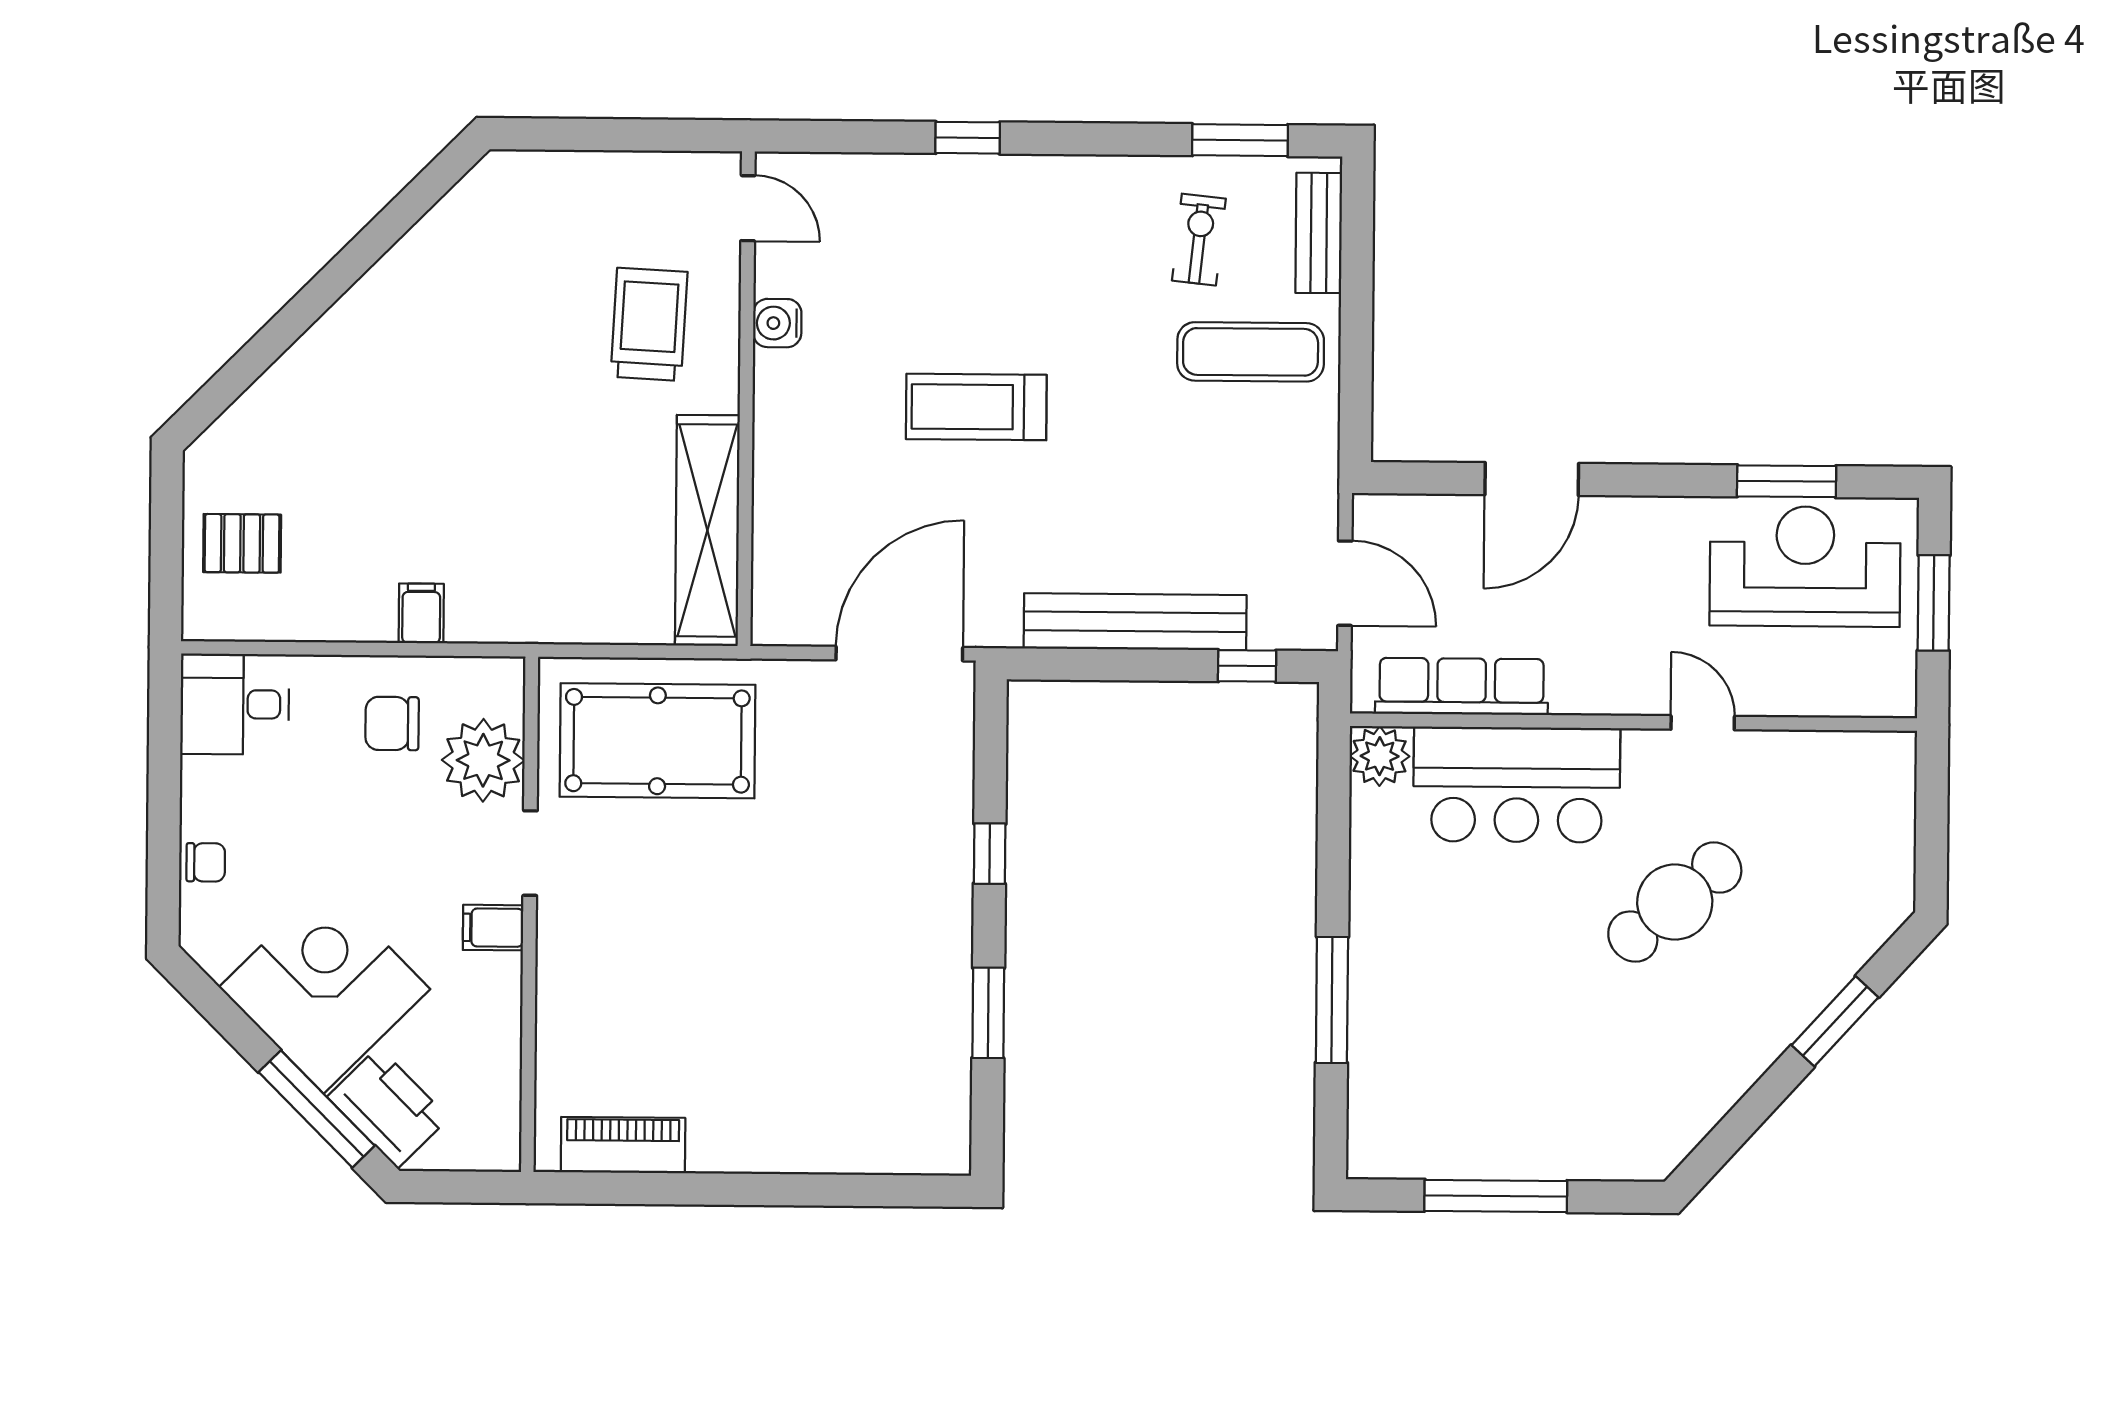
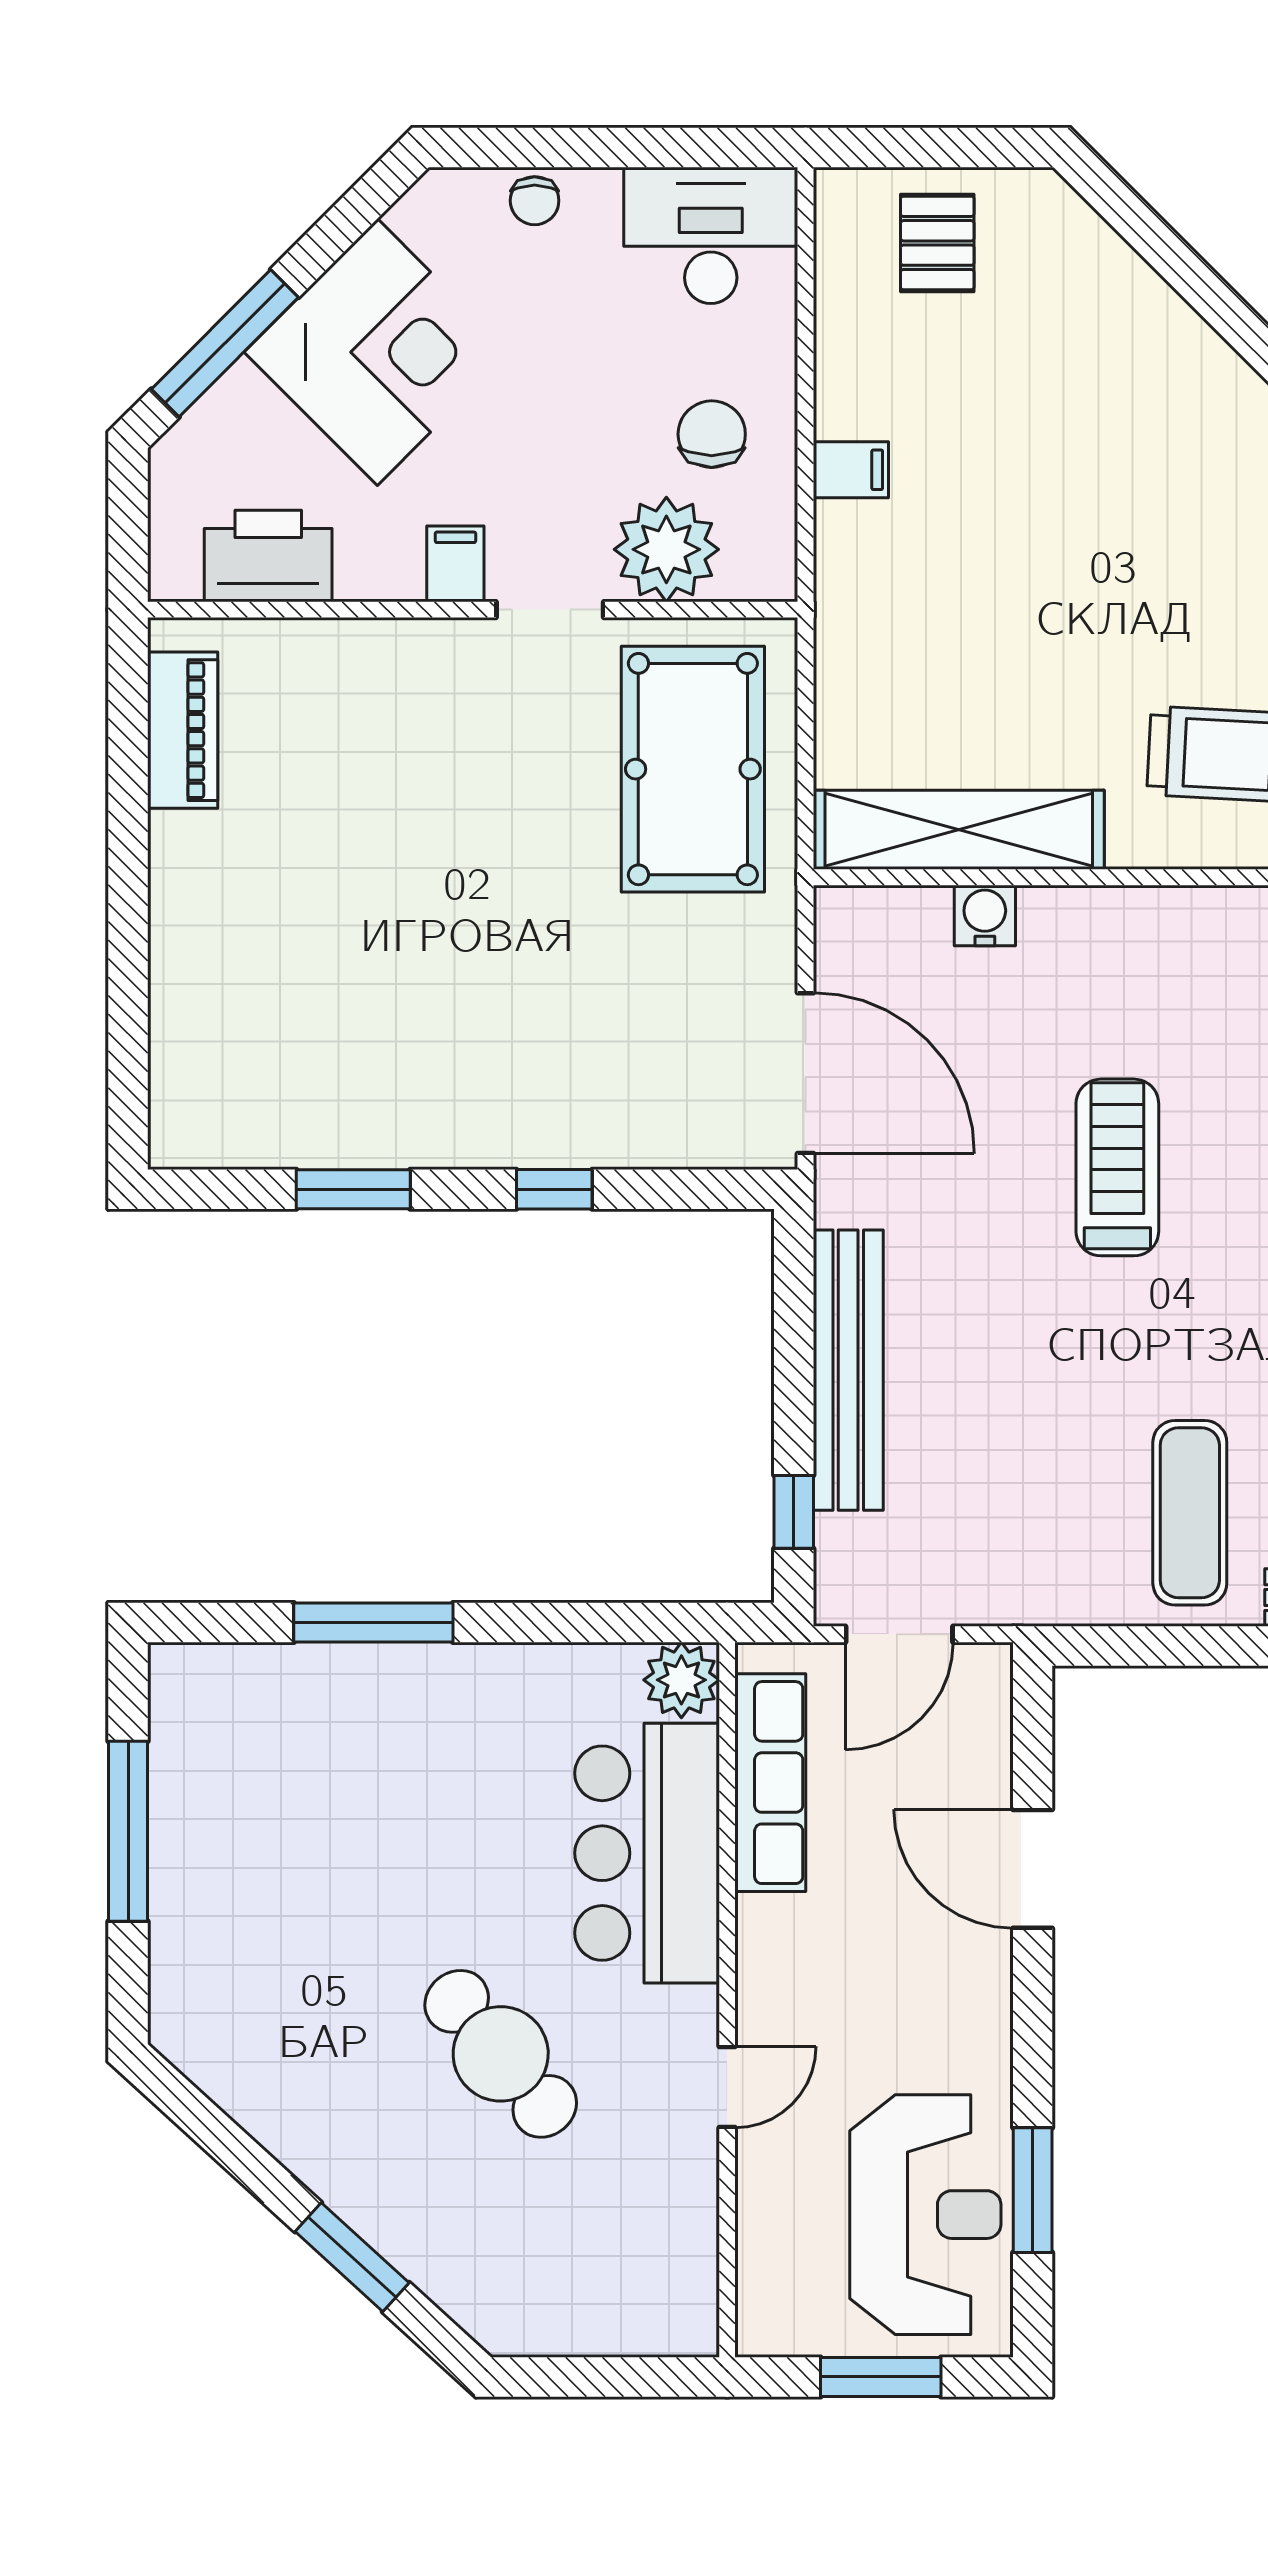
water cooler: (777, 323) -> (985, 916), moved
desk: (235, 704) -> (711, 235), width x1.37
printer: (388, 1108) -> (268, 556), moved, turned -135

